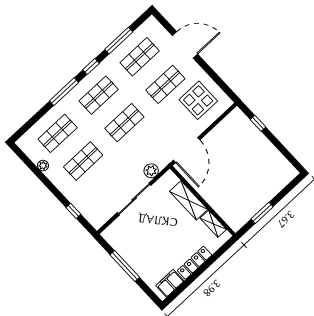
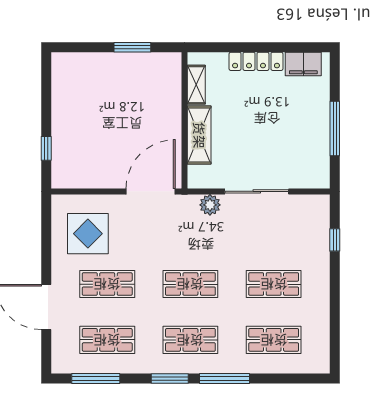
window: (119, 41) -> (96, 379), moved
window: (91, 66) -> (170, 379), width x1.50
plant: (43, 166) -> (322, 320), removed

